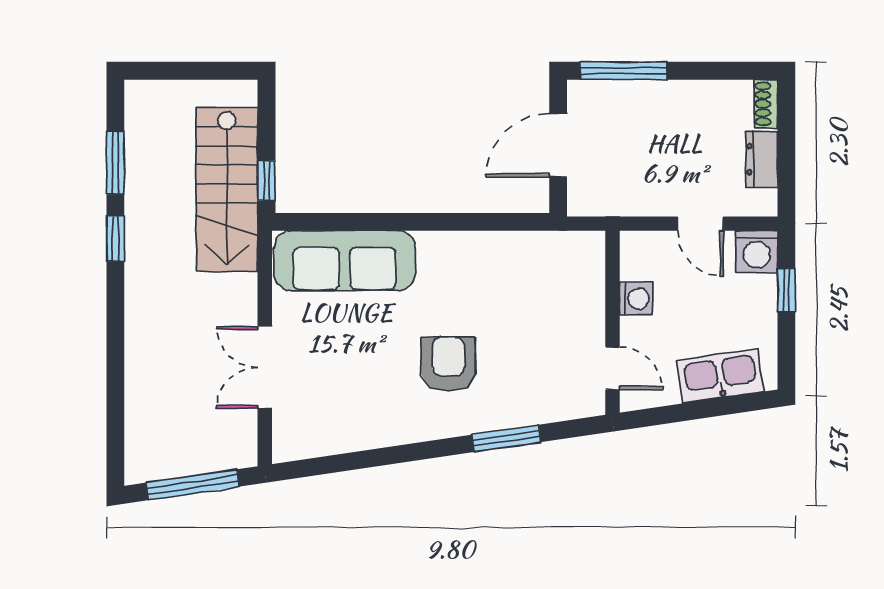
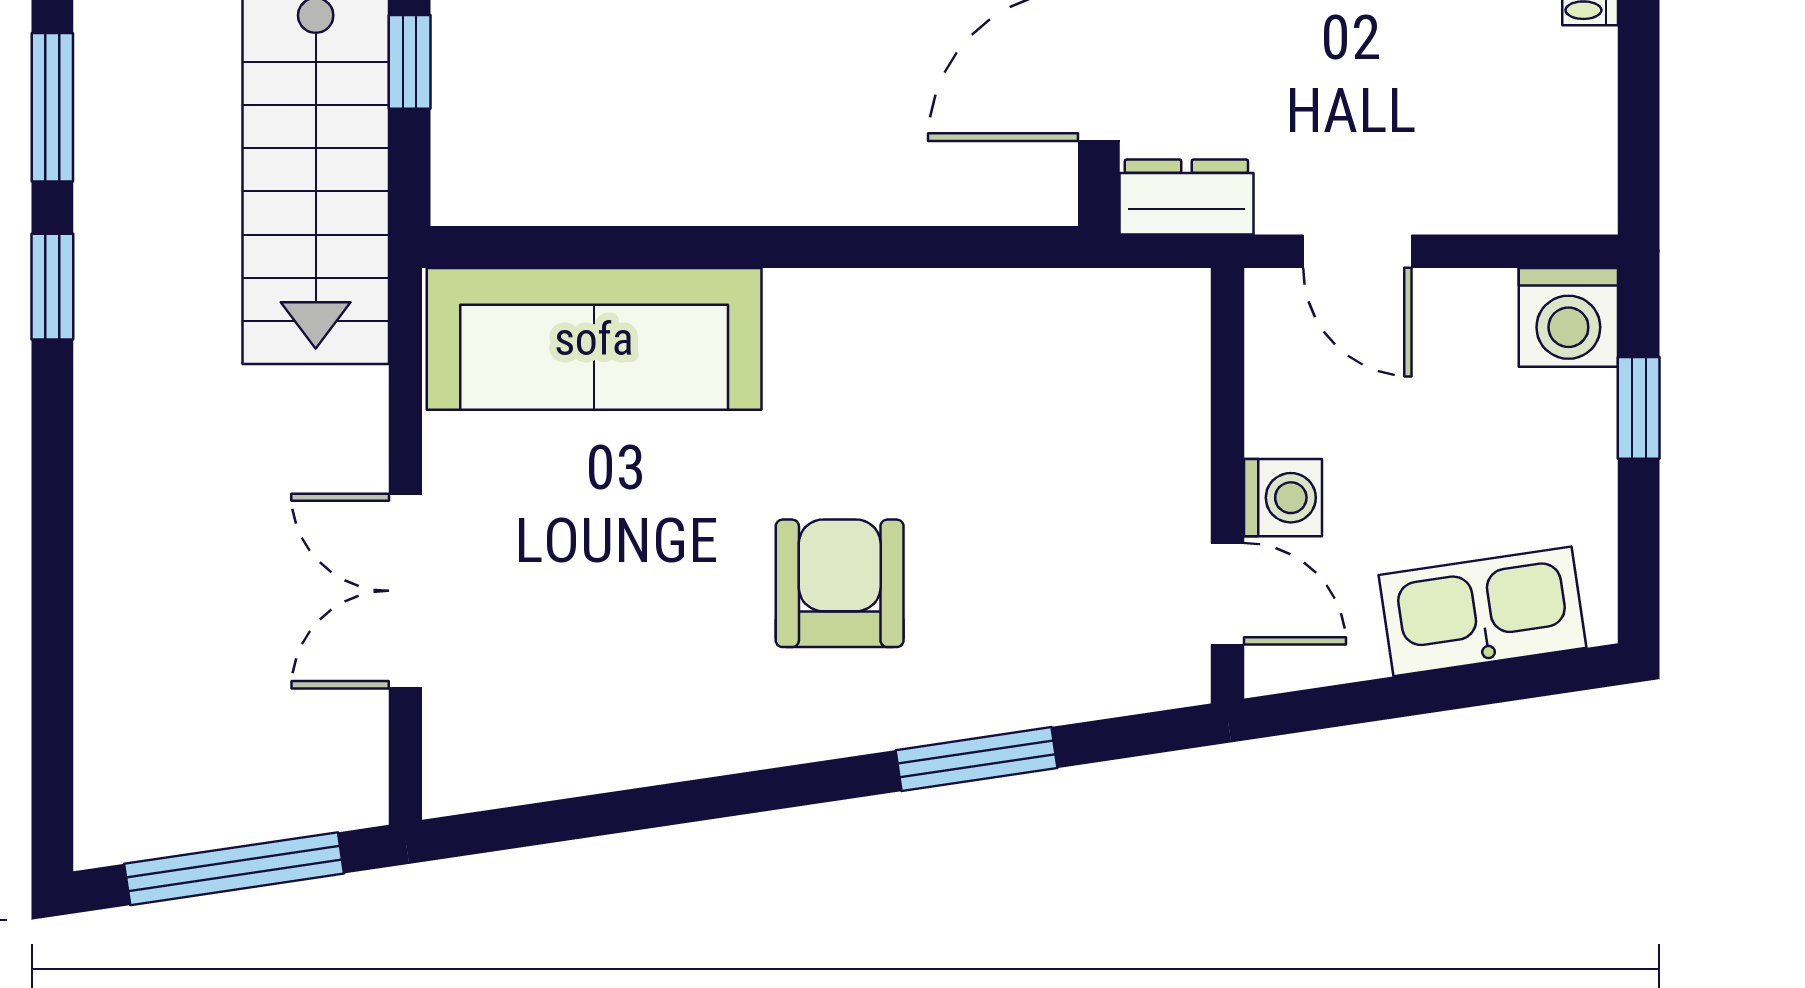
dresser: (762, 159) -> (1186, 197), moved, turned 90
window: (267, 181) -> (410, 62), moved
door: (700, 224) -> (1357, 251), moved
washing machine: (636, 299) -> (1283, 498), moved

